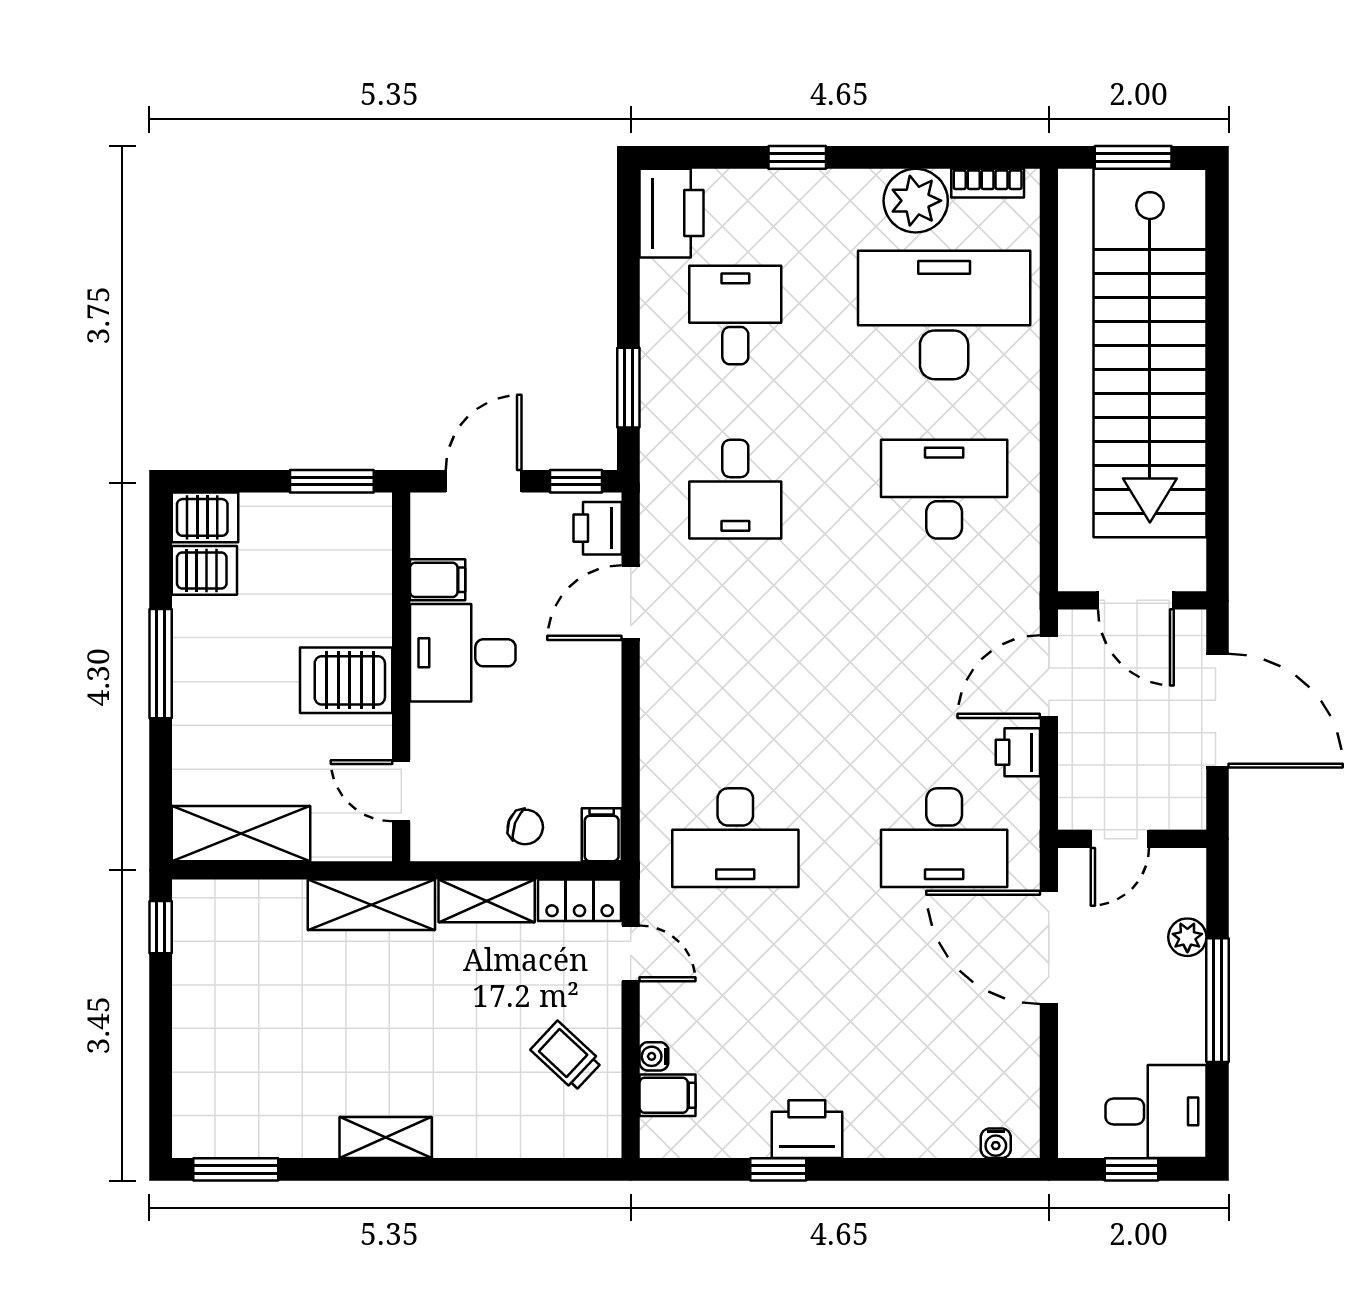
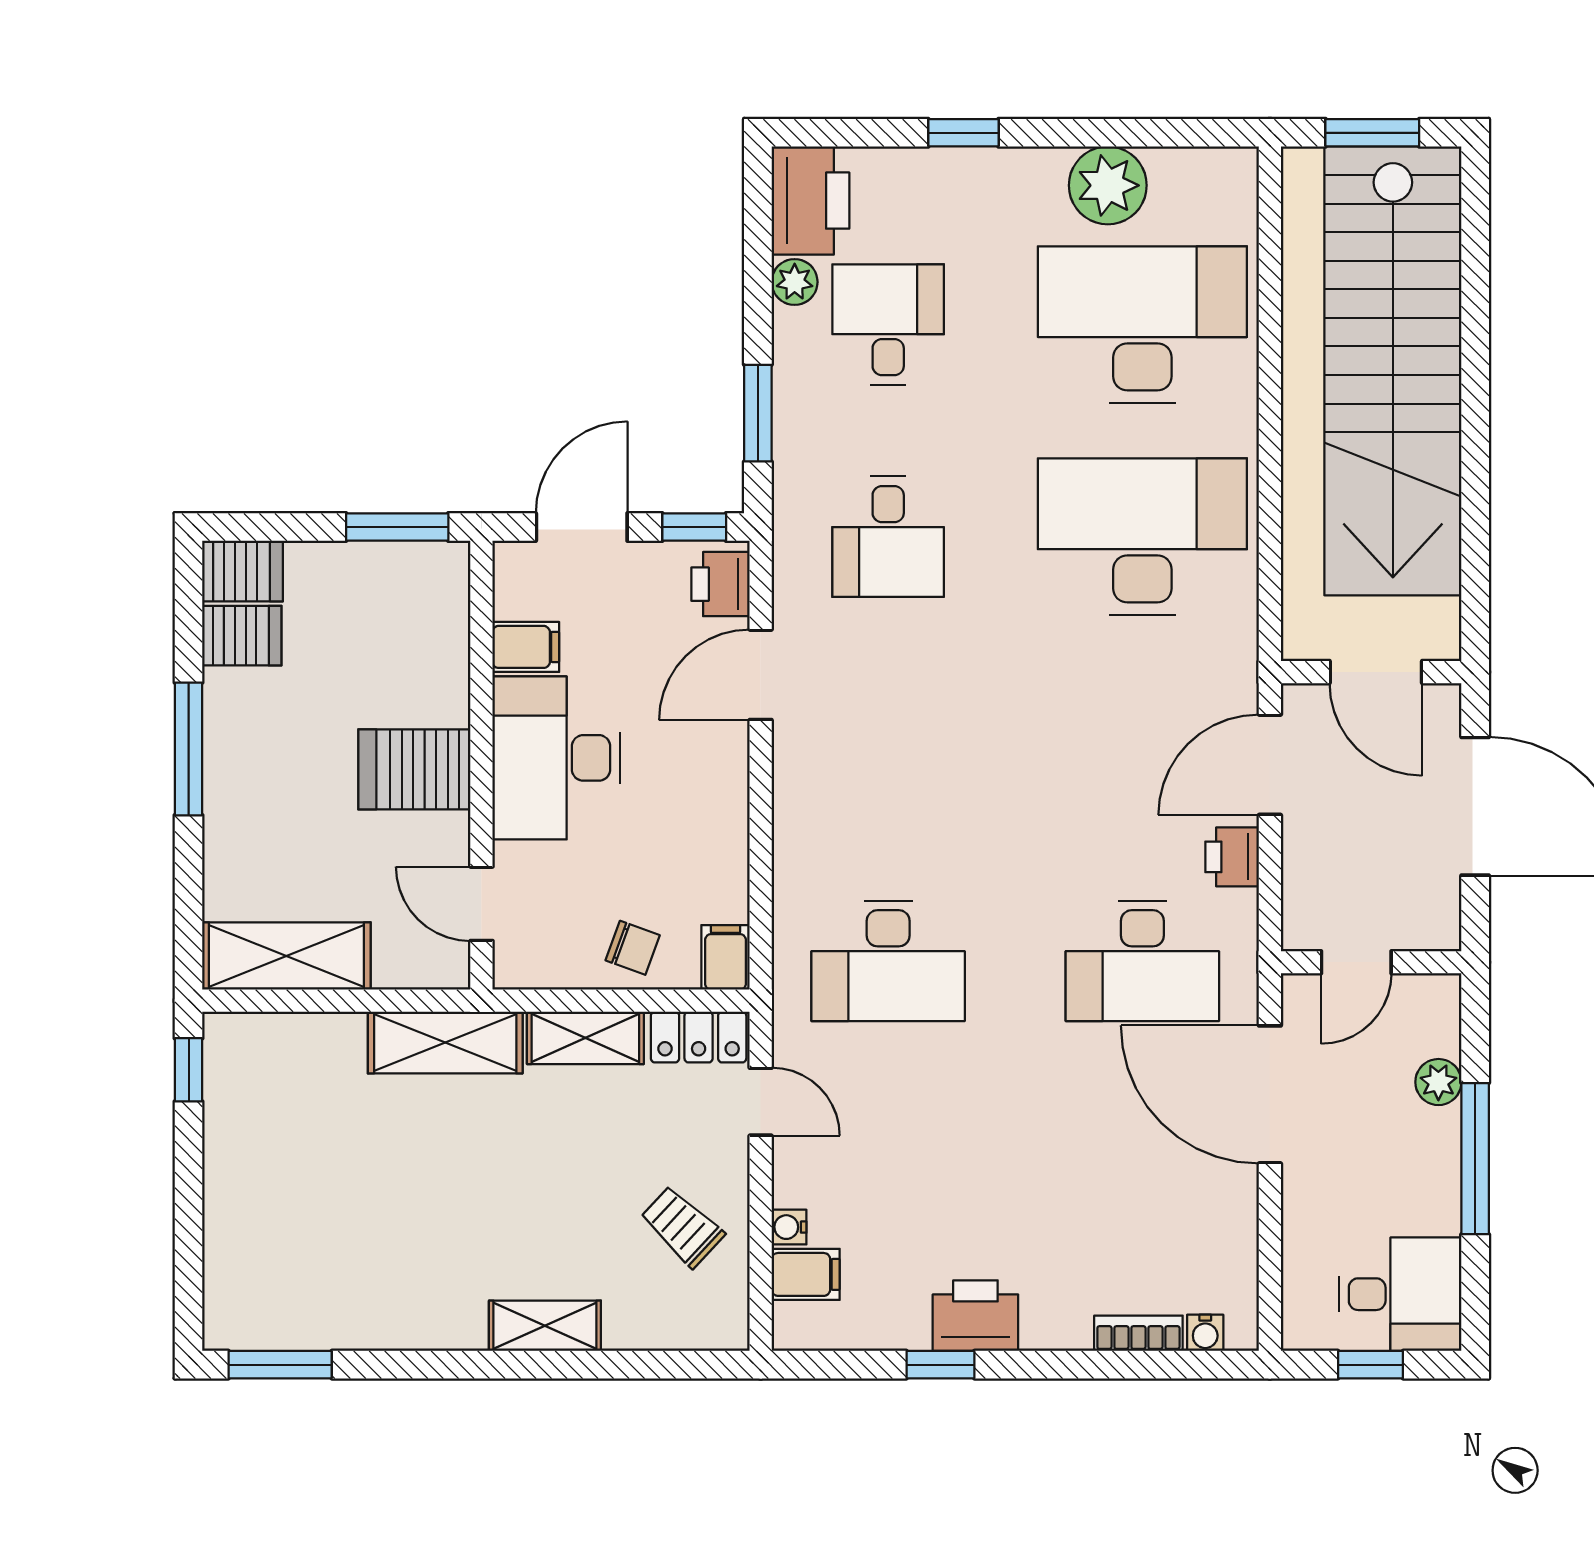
bookcase: (988, 183) -> (1138, 1333), moved, turned 180
plant: (658, 280) -> (795, 282), added
desk: (944, 489) -> (1142, 537), width x1.36, depth x1.30
desk: (463, 653) -> (556, 758), width x1.37
shelving: (386, 1137) -> (545, 1326), moved

